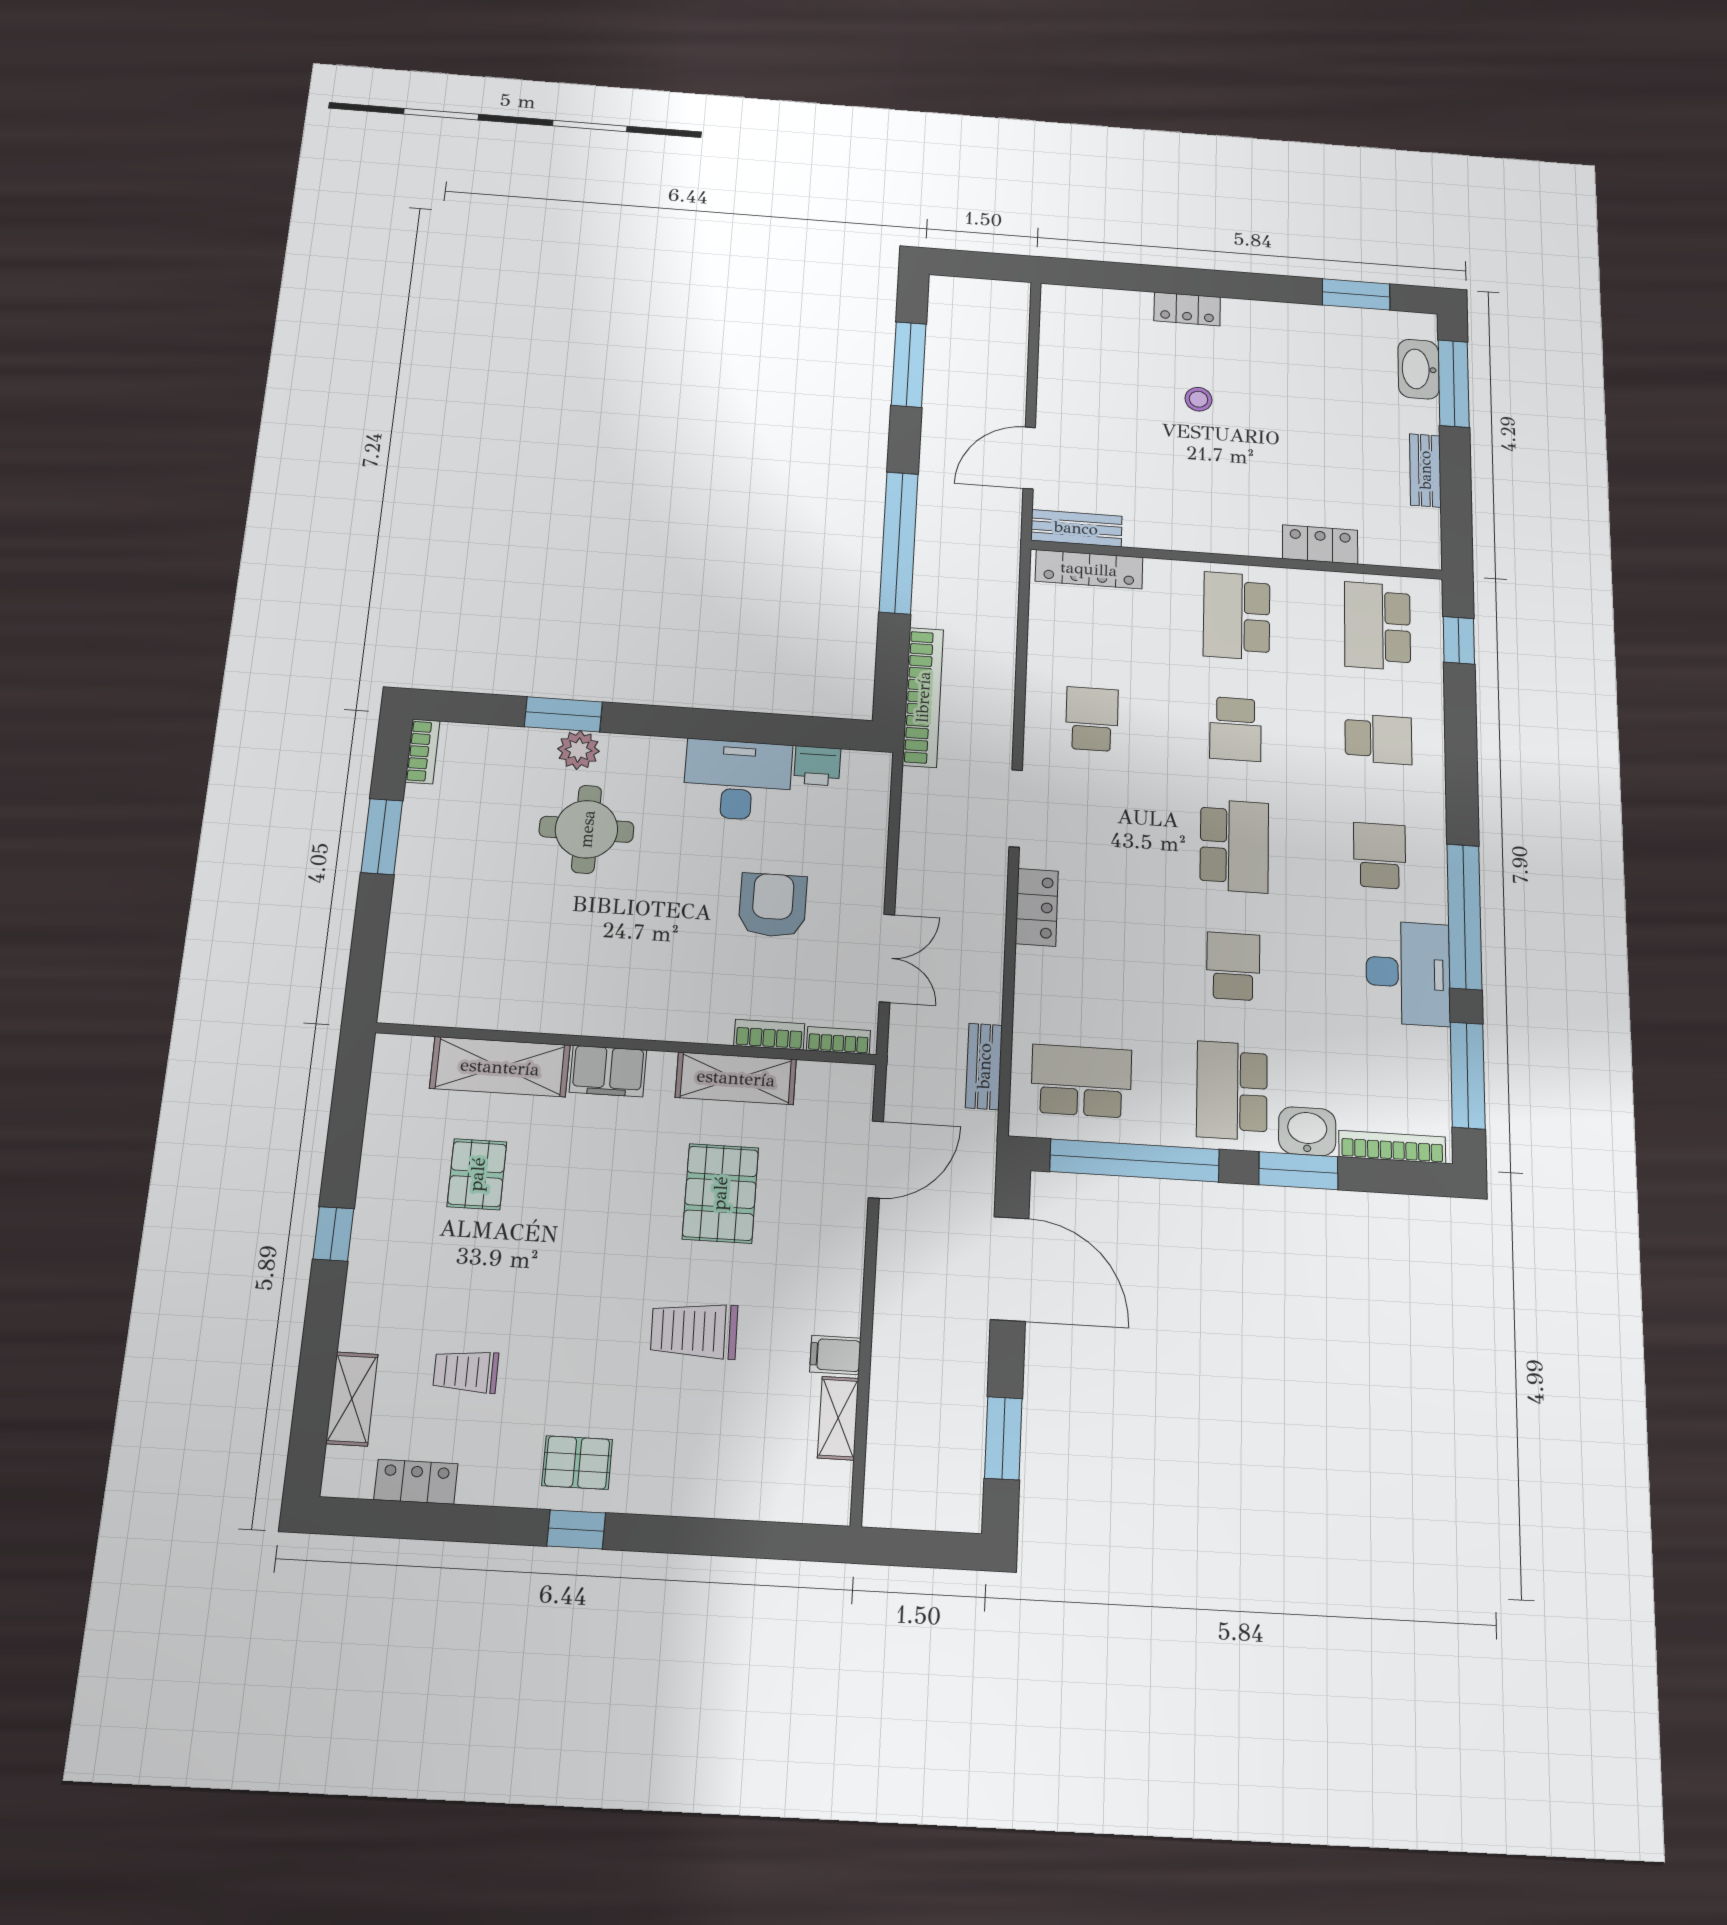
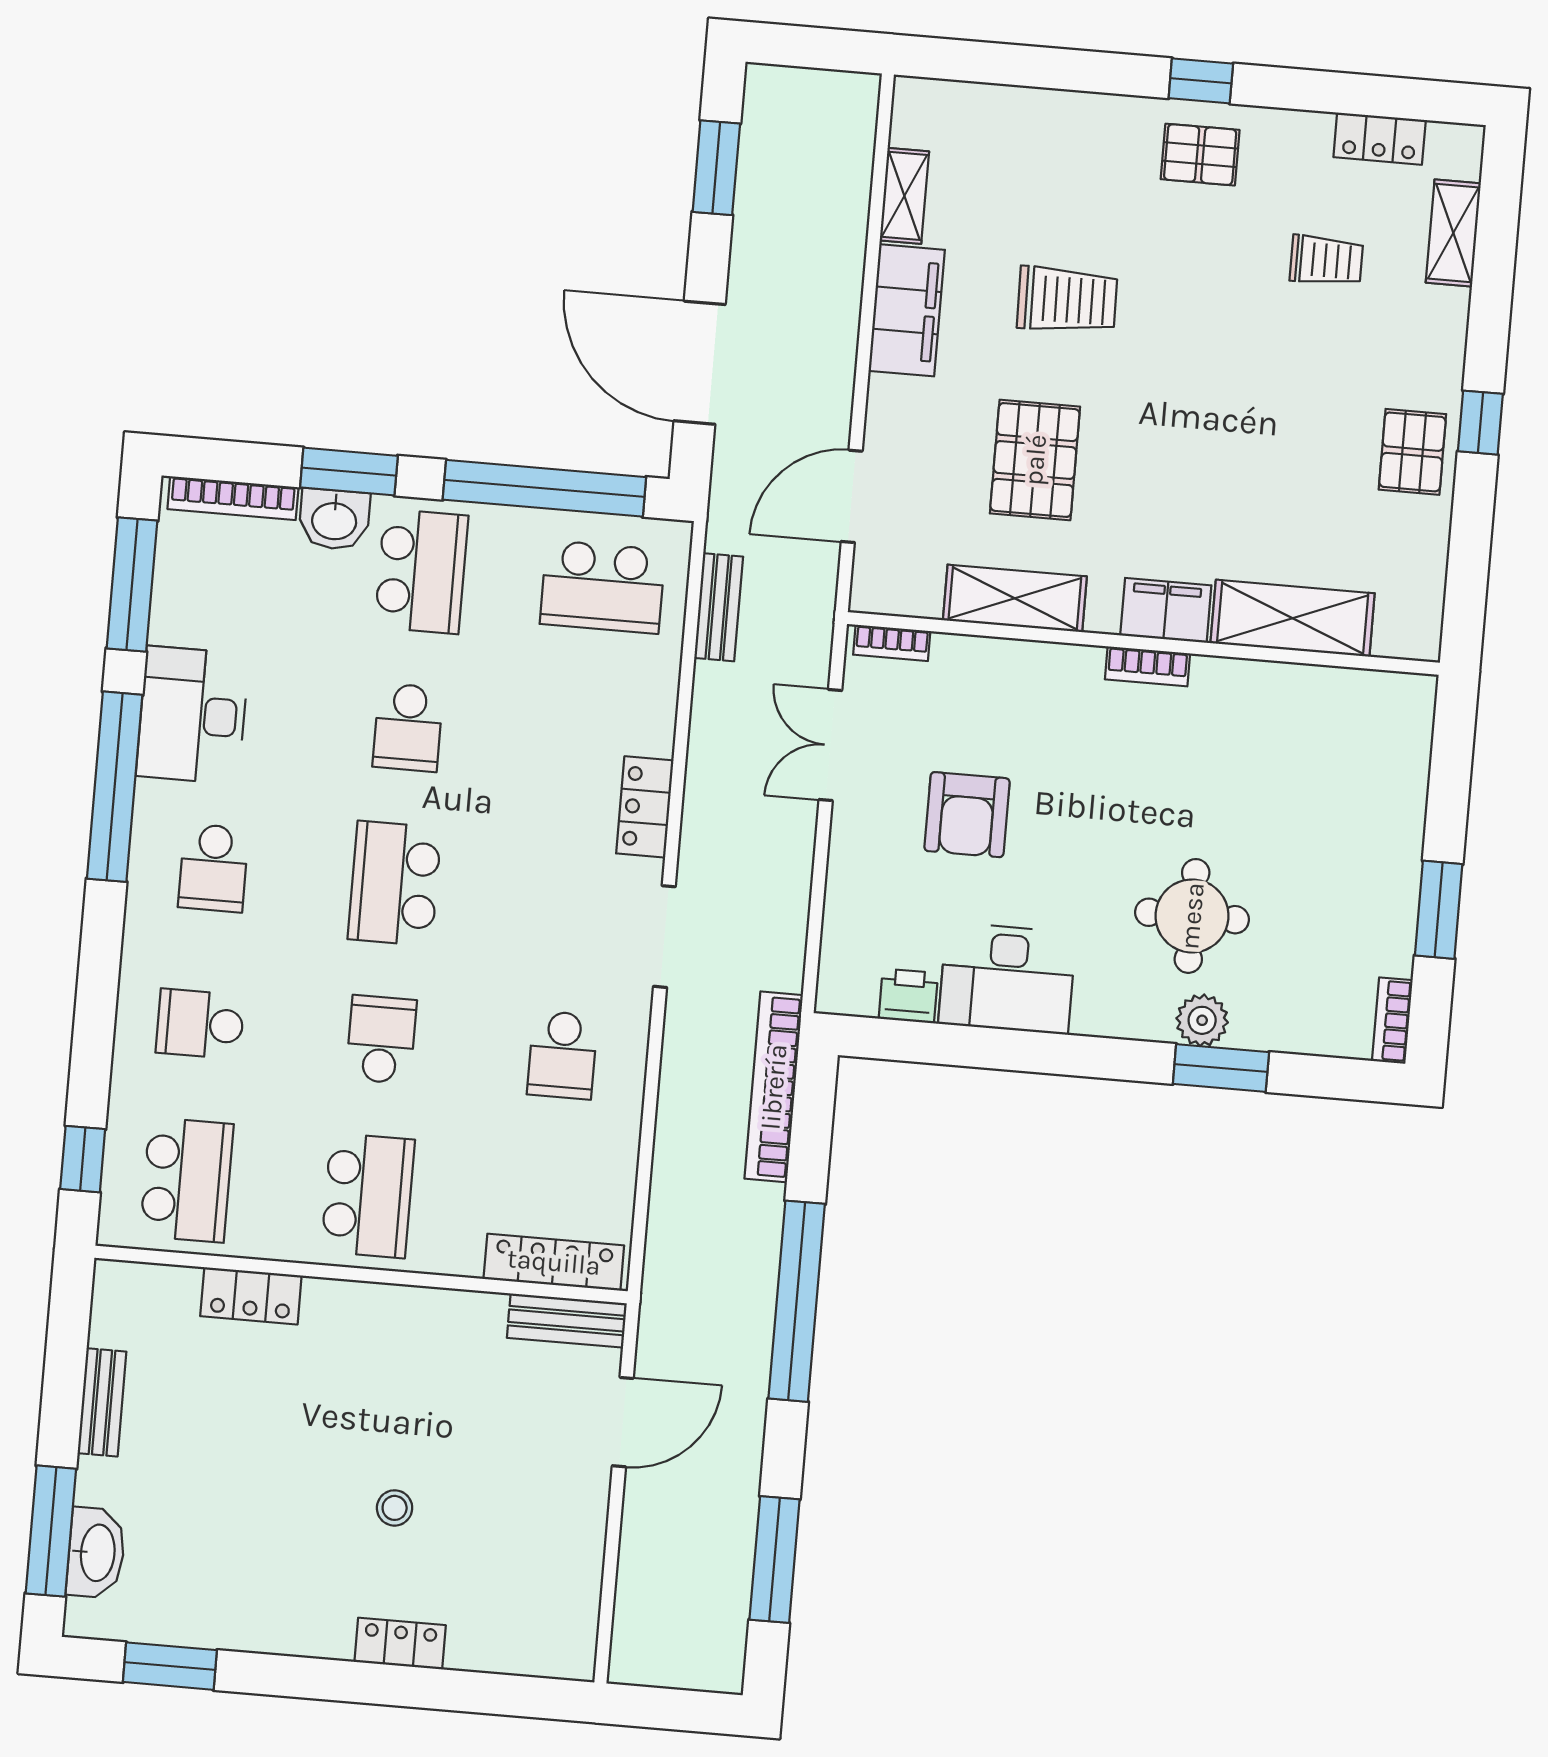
bookcase: (769, 1035) -> (1147, 666), moved
pallet: (477, 1174) -> (1412, 452), moved
filing cabinet: (835, 1355) -> (907, 310), width x3.00, depth x1.17

